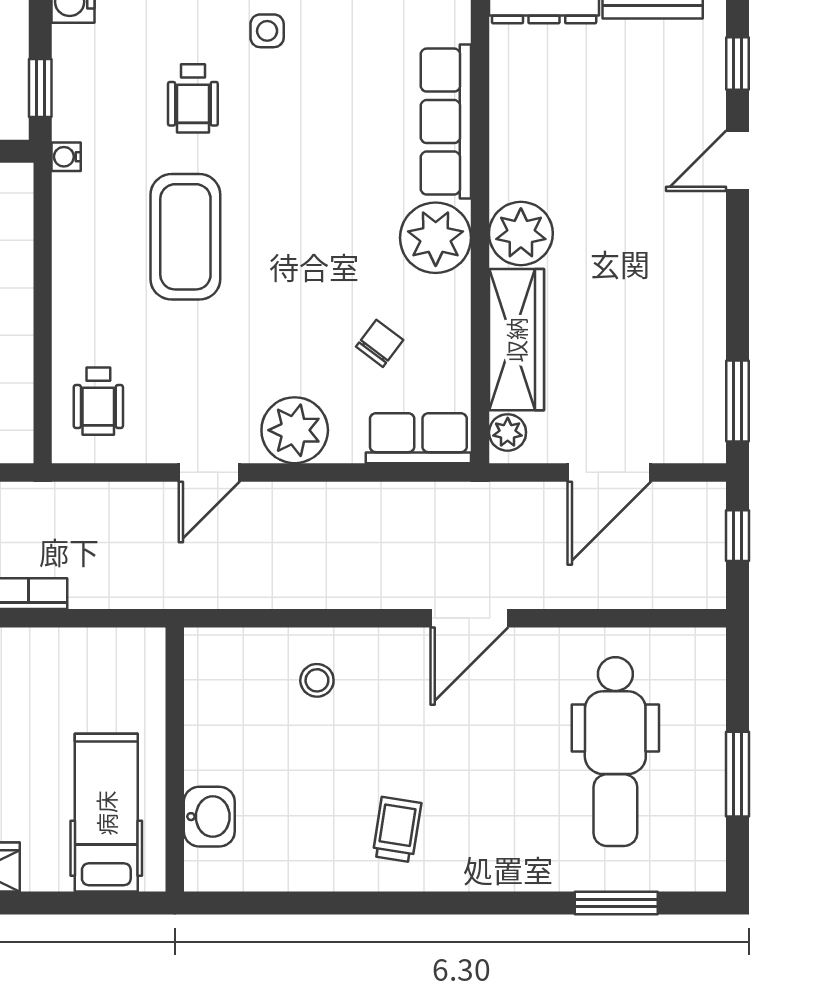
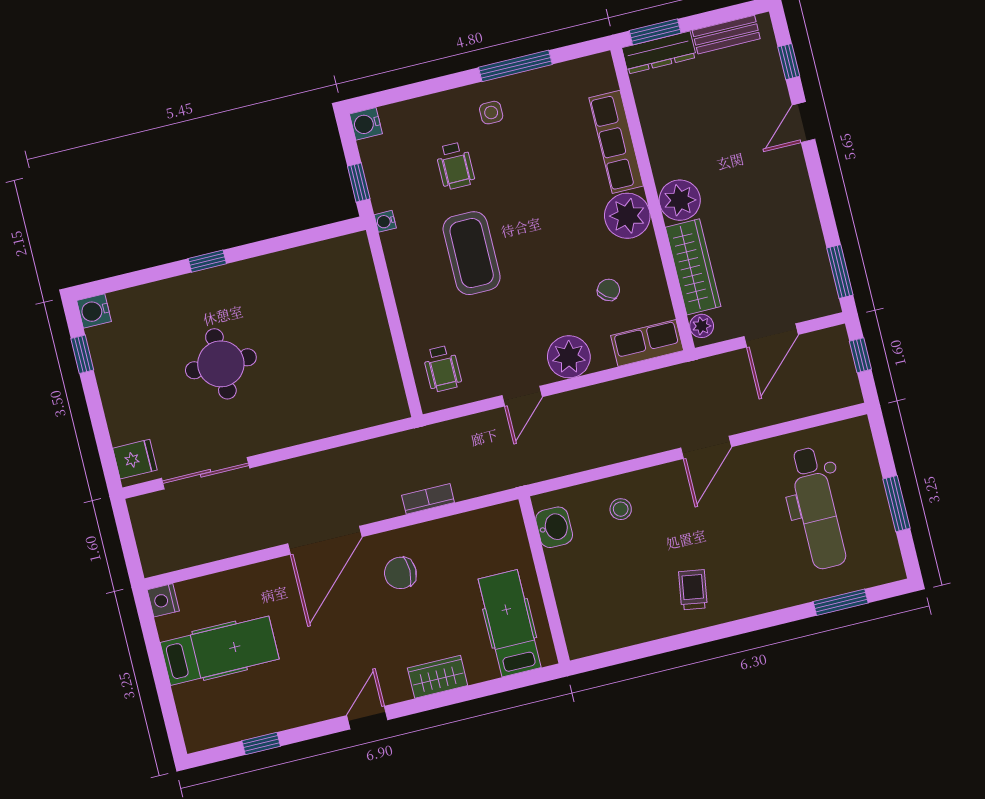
washbasin: (209, 817) -> (554, 527), moved

